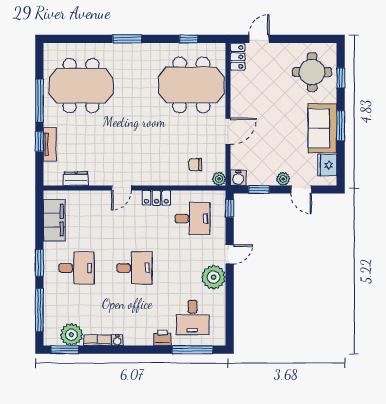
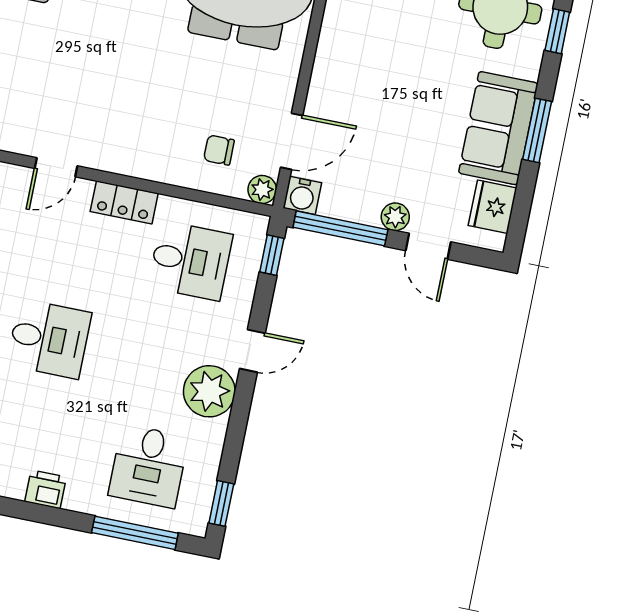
door: (228, 131) -> (292, 141), moved
window: (259, 189) -> (340, 228), width x2.17
window: (230, 328) -> (221, 503), added
printer: (162, 338) -> (45, 489), moved

